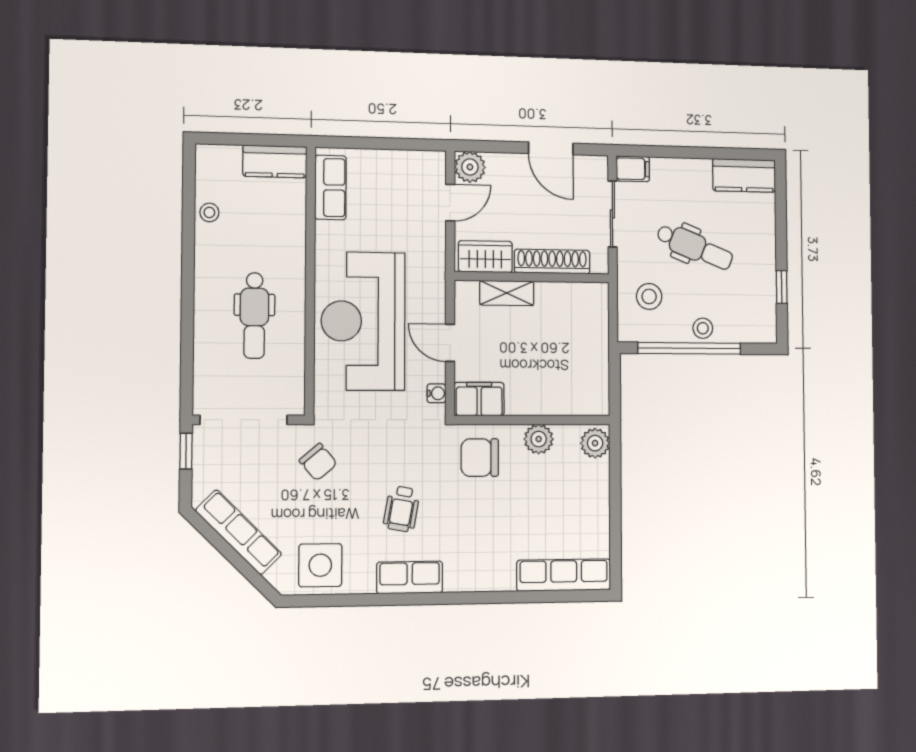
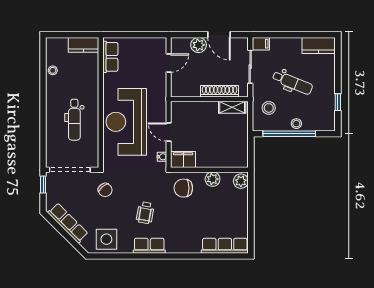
plant: (470, 167) -> (199, 45), moved
wardrobe: (485, 257) -> (186, 89), removed
shelving: (507, 293) -> (232, 107), moved

